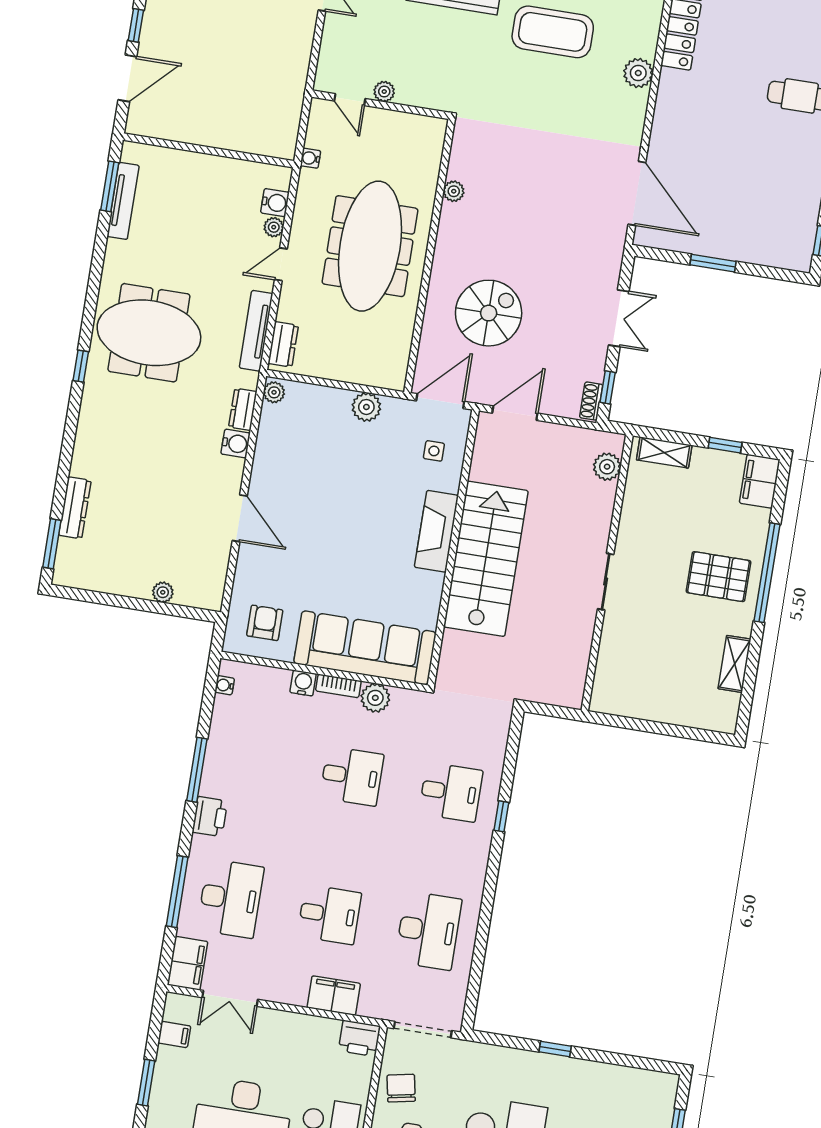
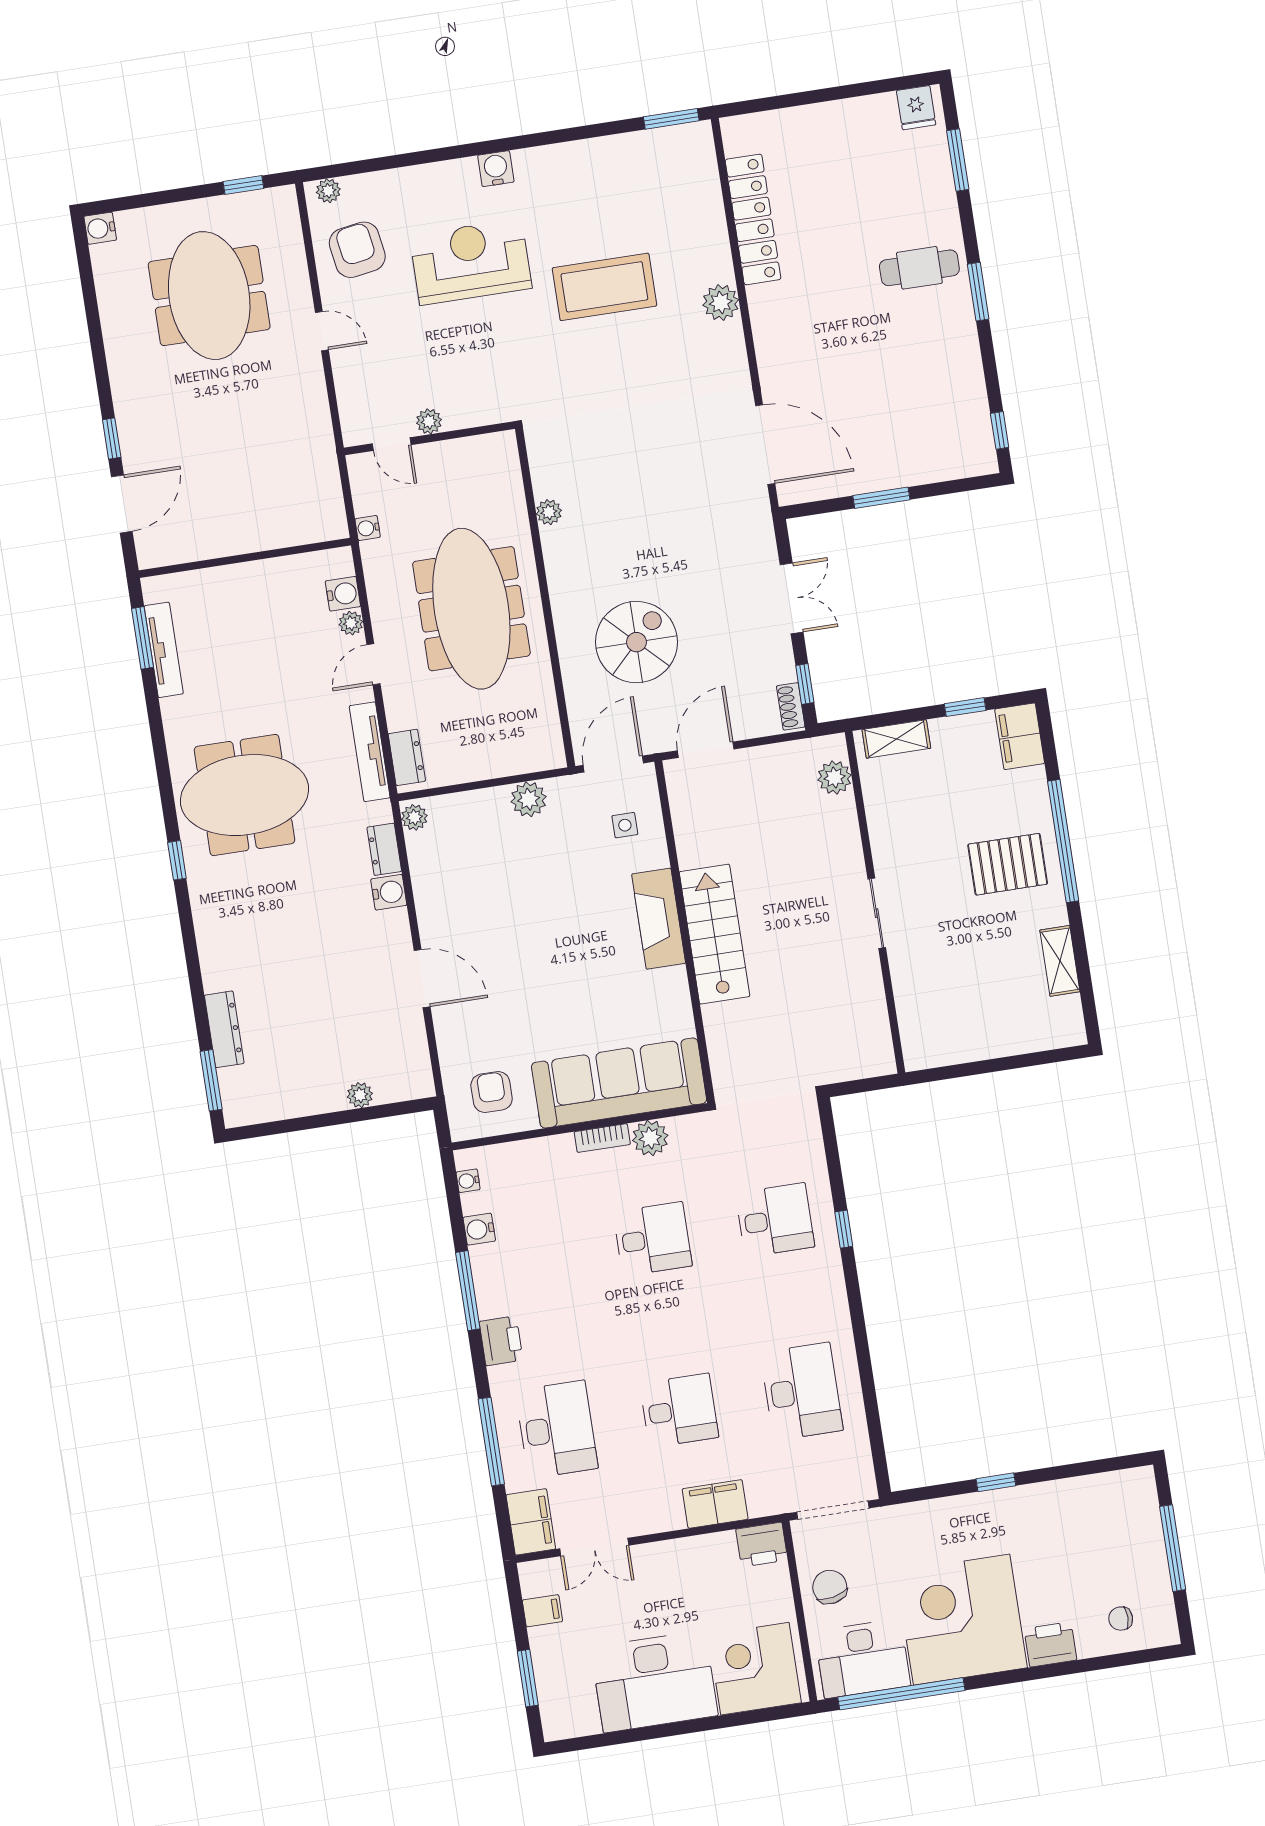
stairs: (486, 559) -> (715, 934), width x0.73, depth x0.66
water cooler: (303, 683) -> (479, 1229), moved, turned -90

